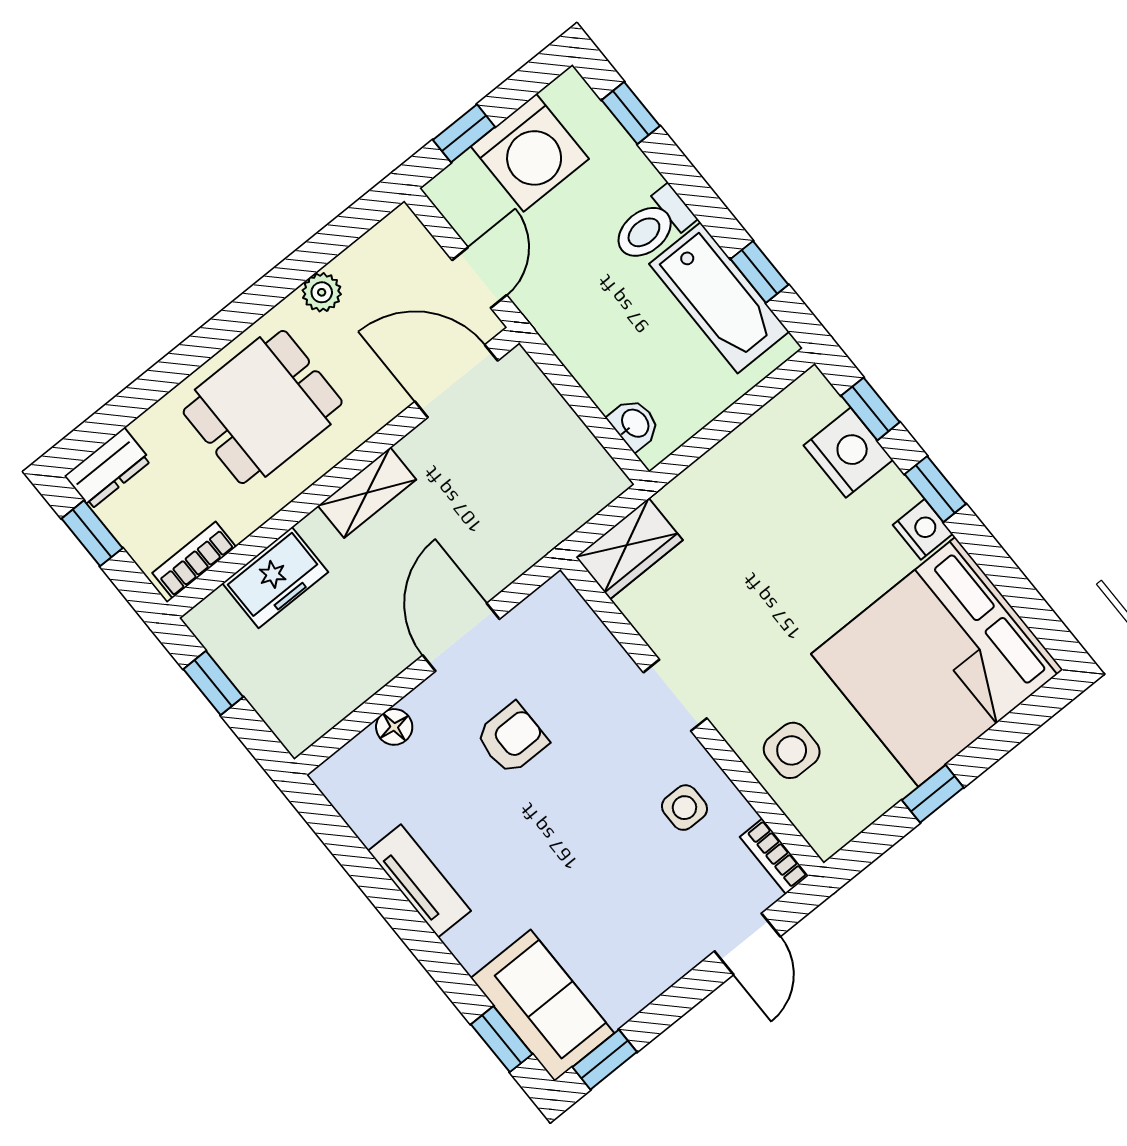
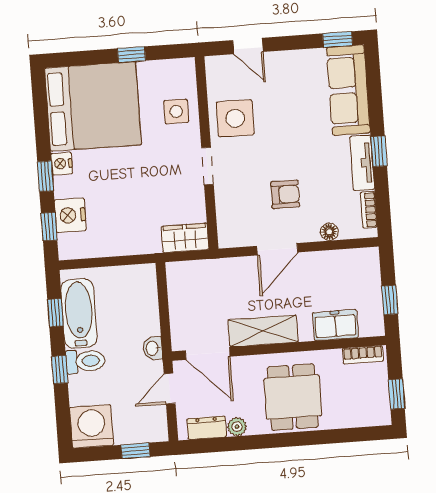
window: (631, 113) -> (60, 370), moved
washing machine: (530, 153) -> (92, 426), moved
dining table: (263, 407) -> (293, 397), turned 90
washbasin: (634, 424) -> (153, 348), moved
dresser: (108, 468) -> (207, 428), moved
shelving: (367, 493) -> (263, 331), width x1.50, depth x1.33
armchair: (512, 738) -> (285, 194), turned 180
side table: (684, 808) -> (235, 118), width x1.87, depth x1.87
bookcase: (774, 856) -> (369, 210), moved, turned 180
door: (747, 944) -> (248, 46), swing flipped
sofa: (543, 1006) -> (348, 90), width x1.36
window: (502, 1039) -> (379, 151), moved

